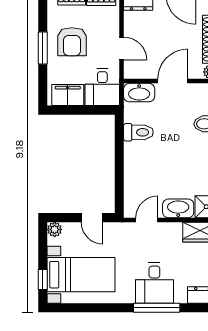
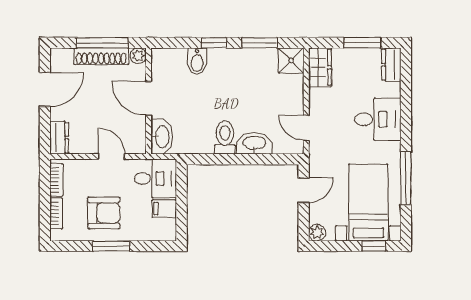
door: (122, 49) -> (112, 157), hinge flipped
filing cabinet: (68, 95) -> (164, 209), width x0.50
toilet: (138, 132) -> (225, 137), moved
washbasin: (178, 208) -> (254, 143), moved, turned 90
window: (157, 308) -> (406, 178), moved

